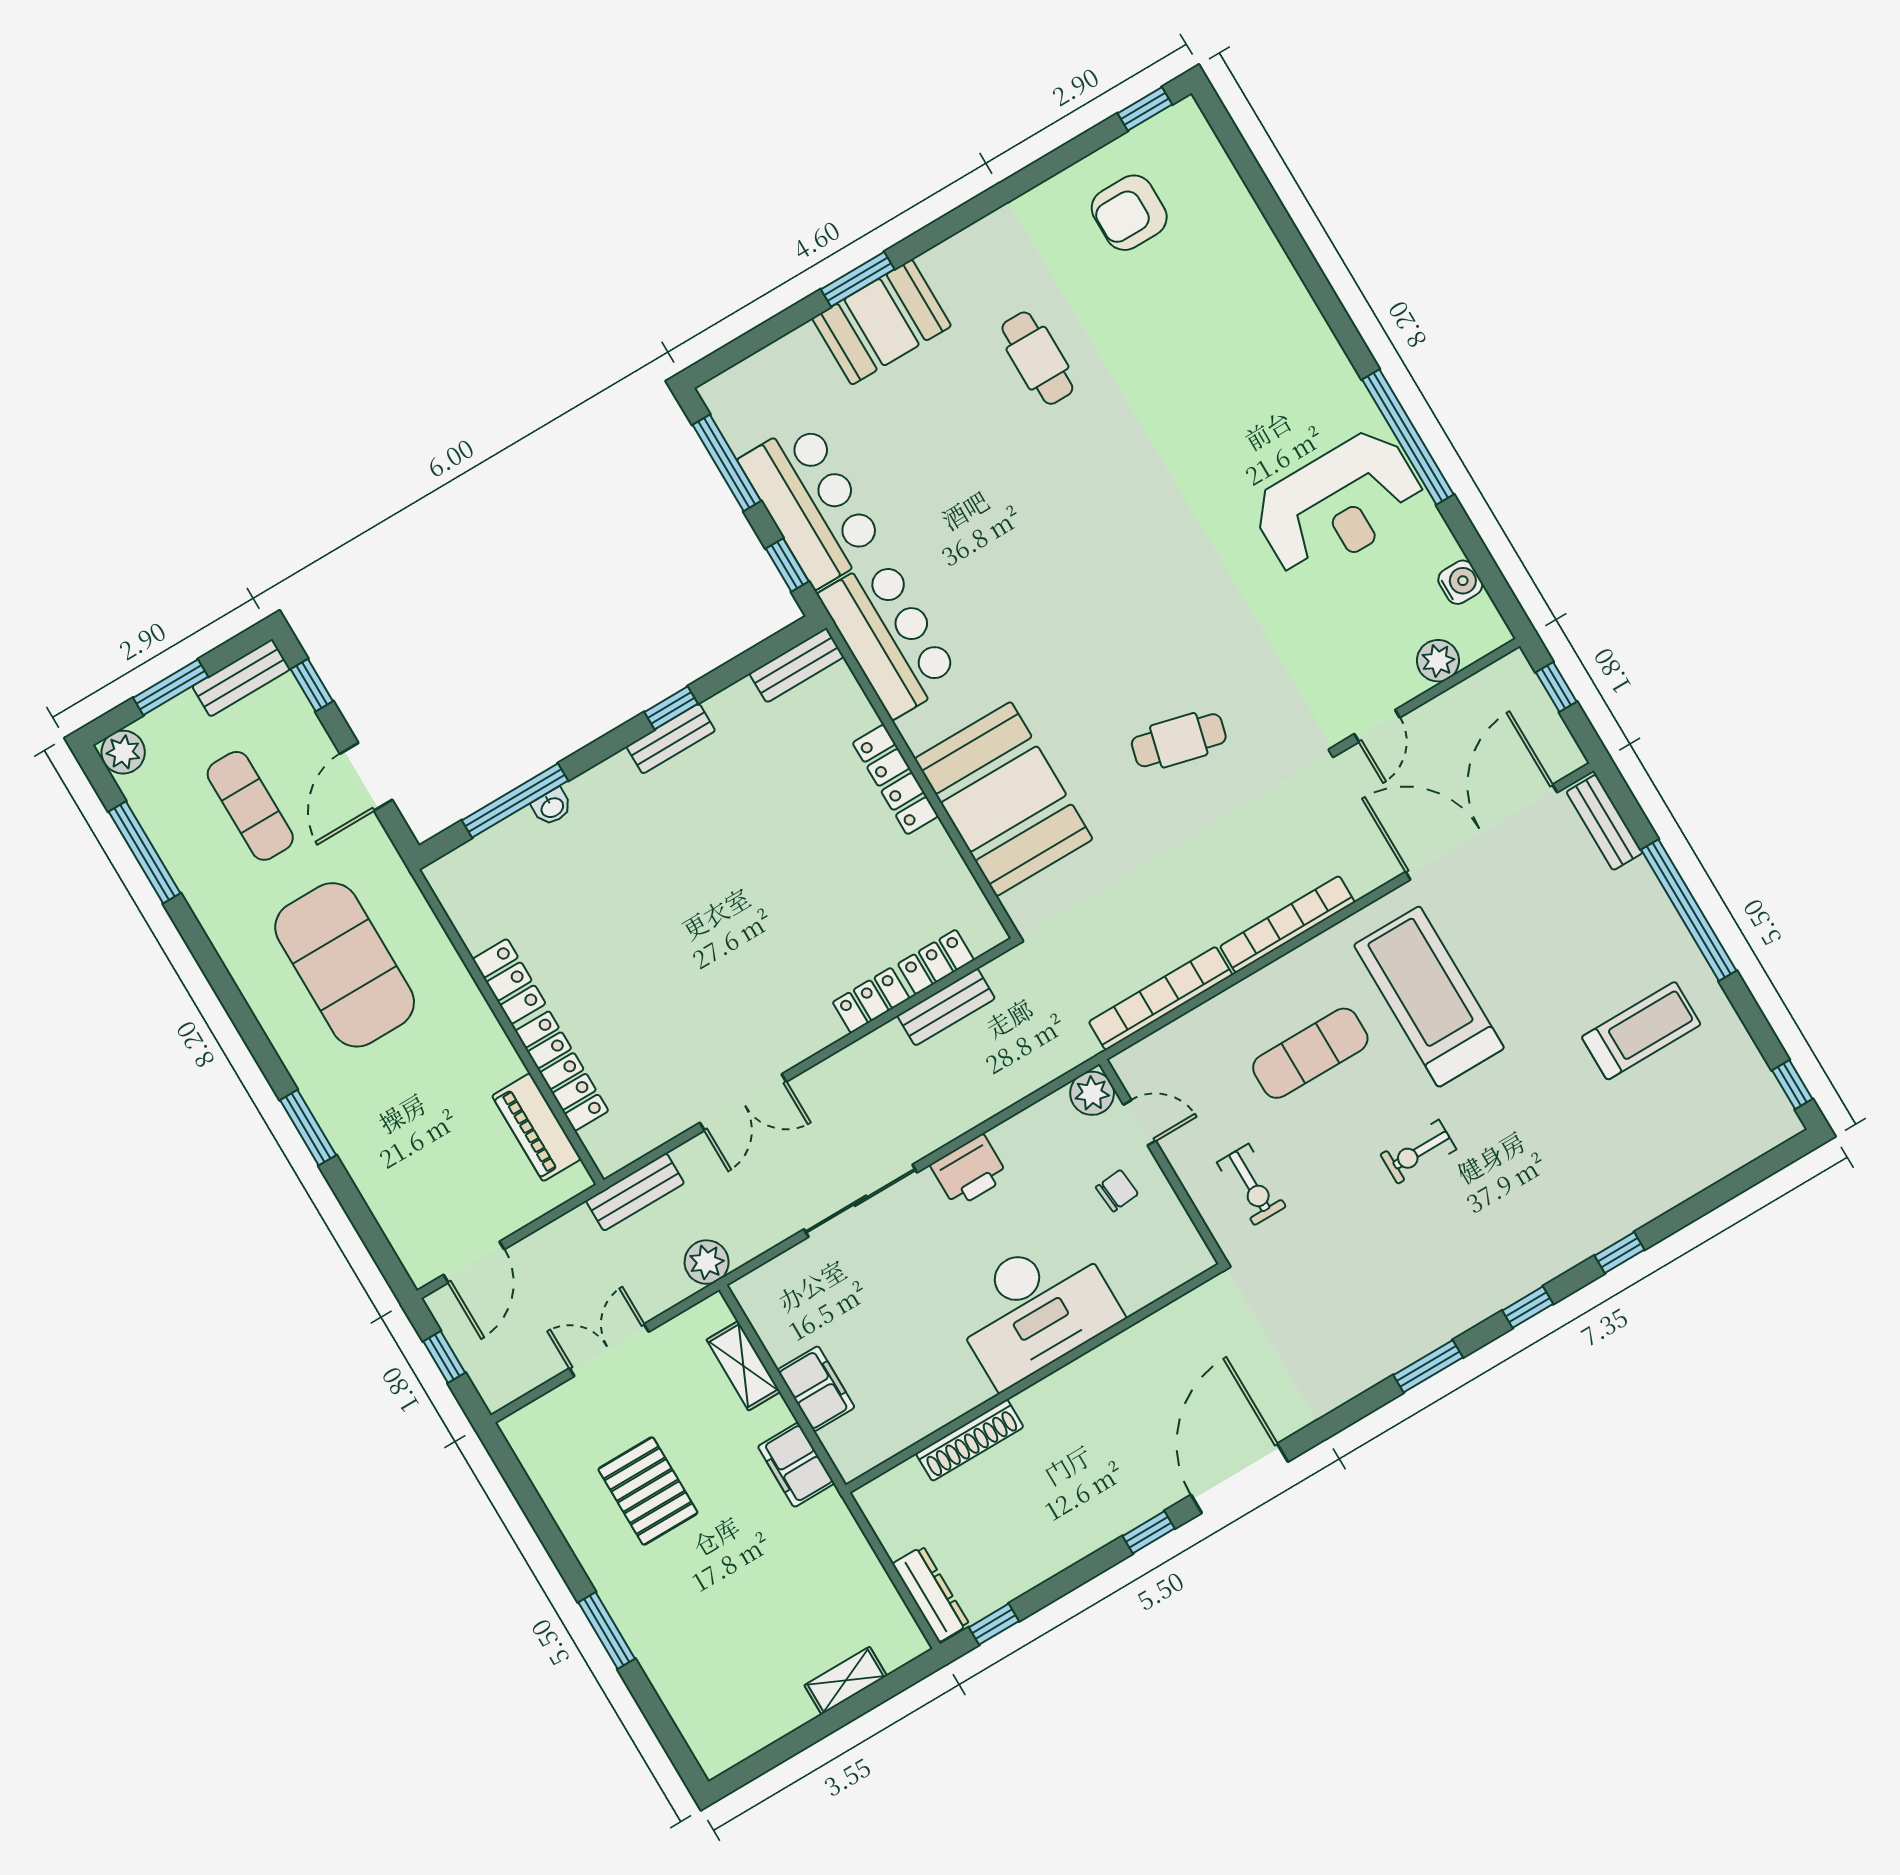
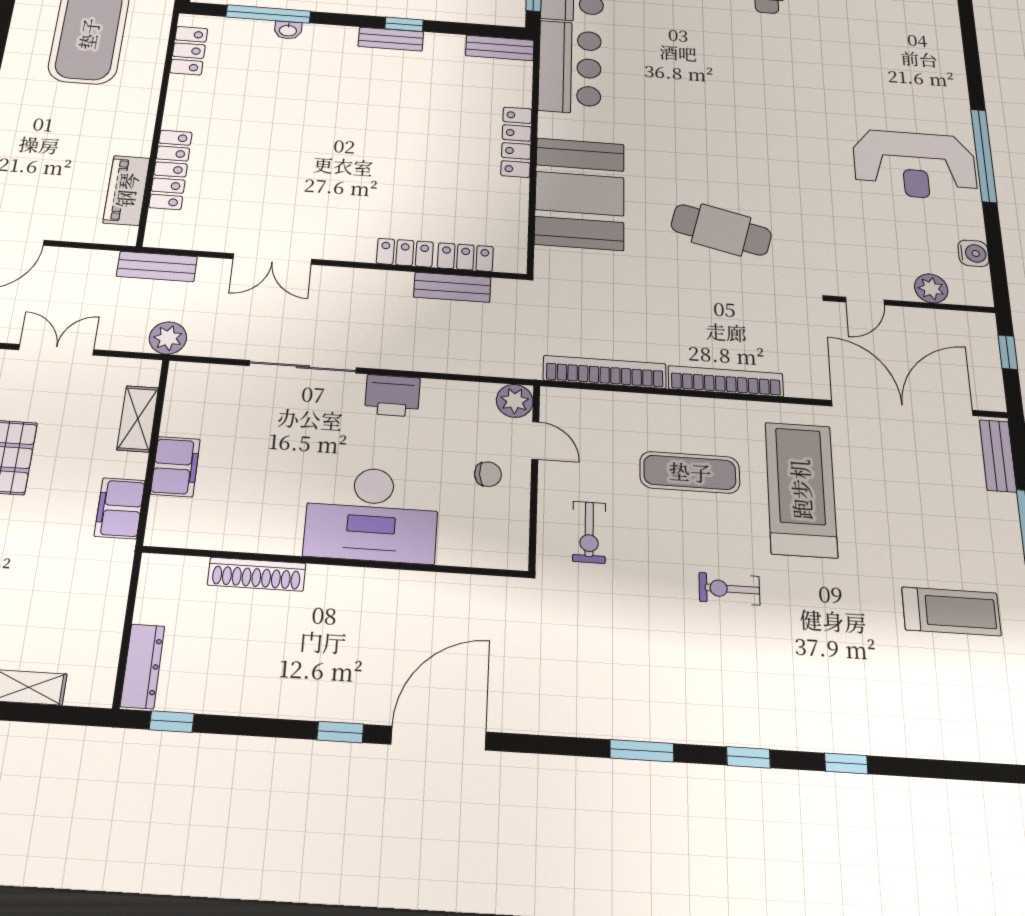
cafe table: (1179, 740) -> (721, 230), width x1.37, depth x1.35
locker: (509, 981) -> (189, 51), moved

